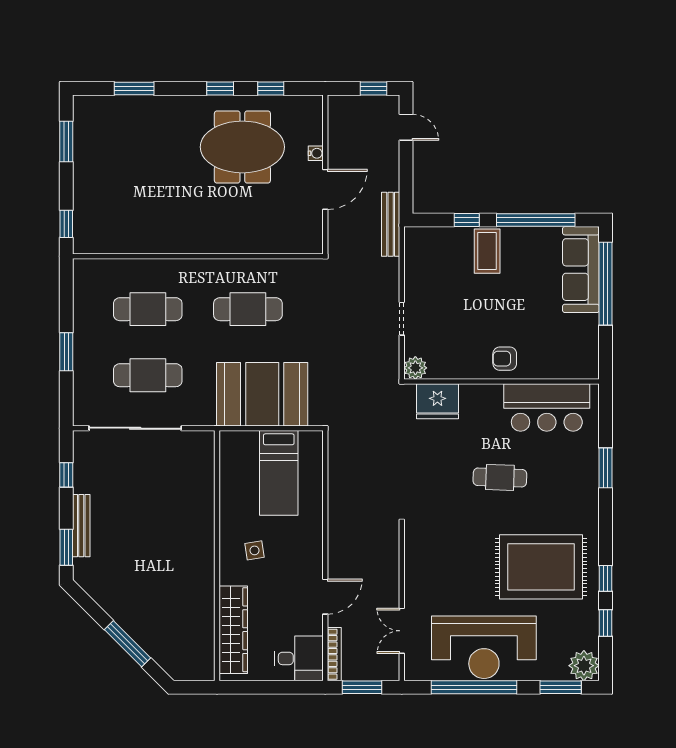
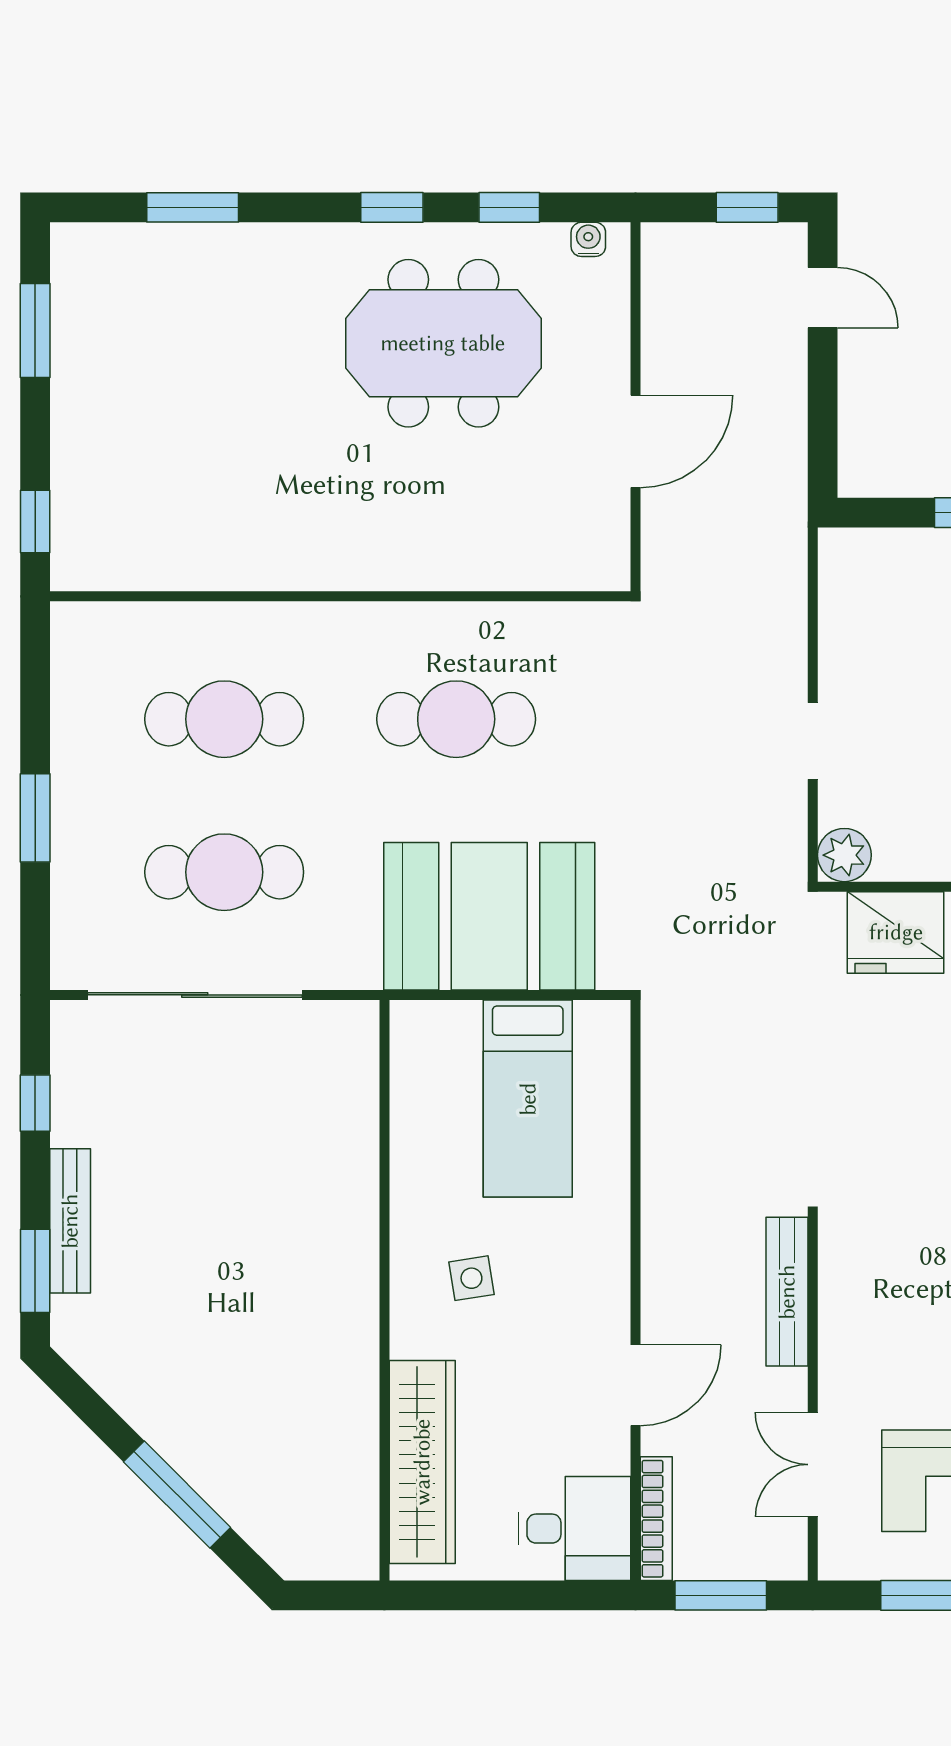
water cooler: (316, 153) -> (588, 239), moved, turned -90
bench: (391, 224) -> (787, 1292), moved

